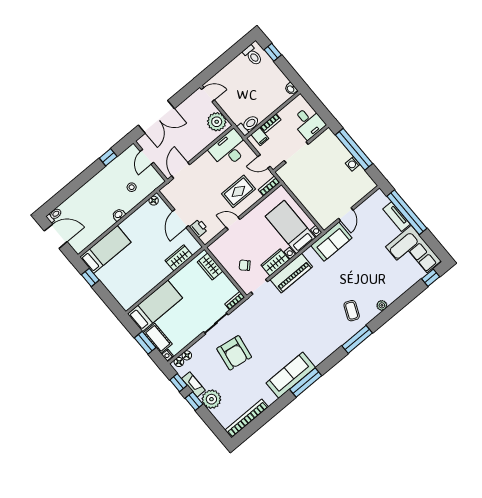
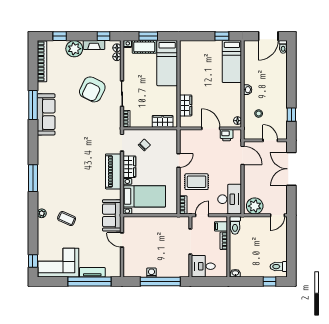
rug: (238, 191) -> (197, 182), turned 90
printer: (199, 228) -> (227, 135), moved
coffee table: (352, 311) -> (67, 219), moved
armchair: (234, 353) -> (92, 89), turned -73
window: (306, 383) -> (33, 105), moved
window: (194, 401) -> (60, 36), moved

